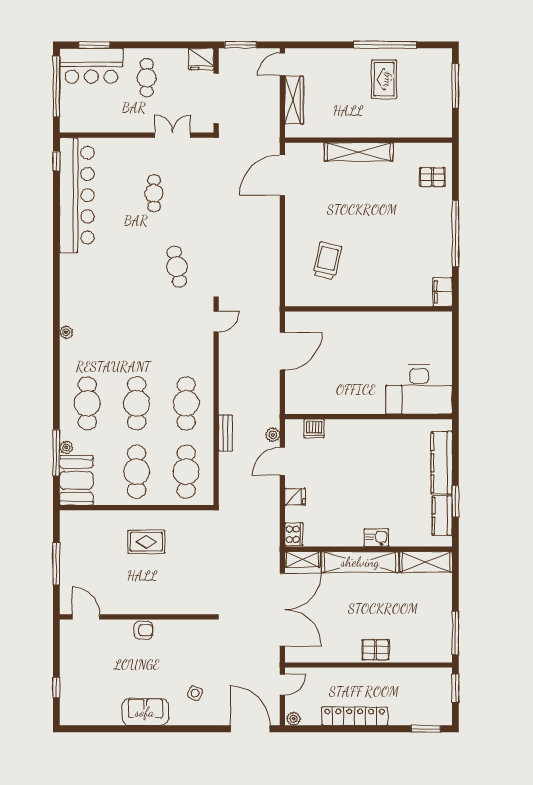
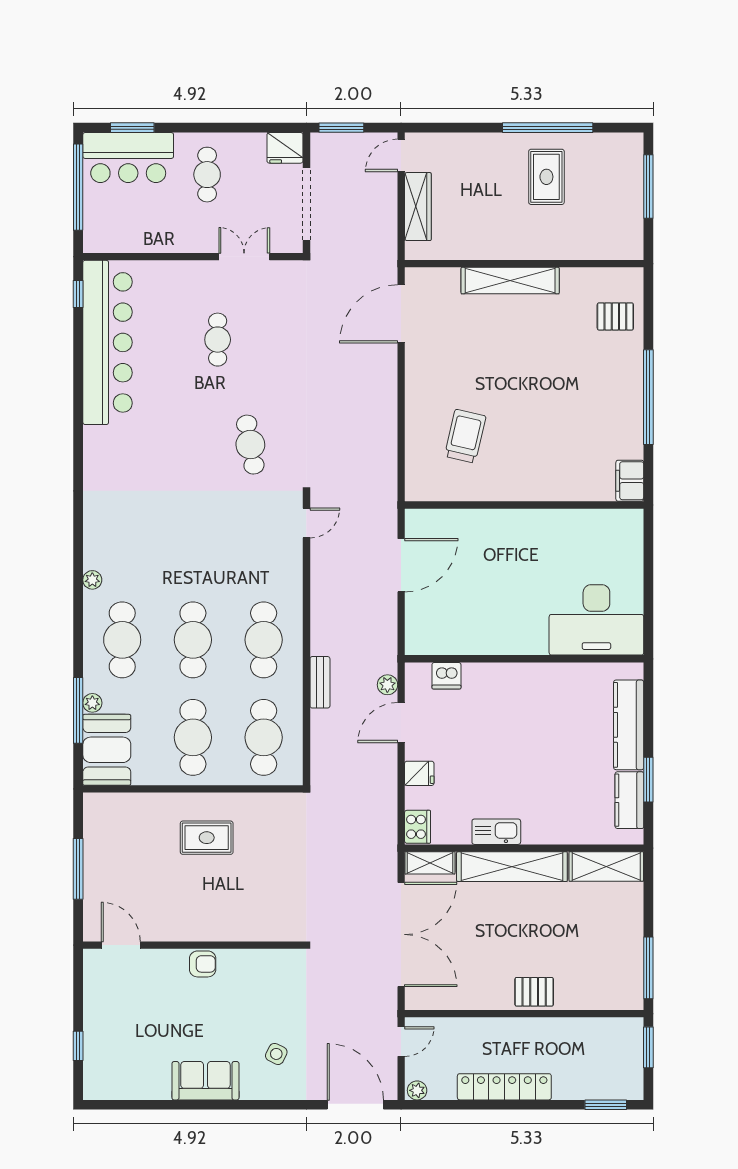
plant: (66, 332) -> (92, 580), moved
kitchen sink: (376, 538) -> (496, 832), moved, width x1.38

